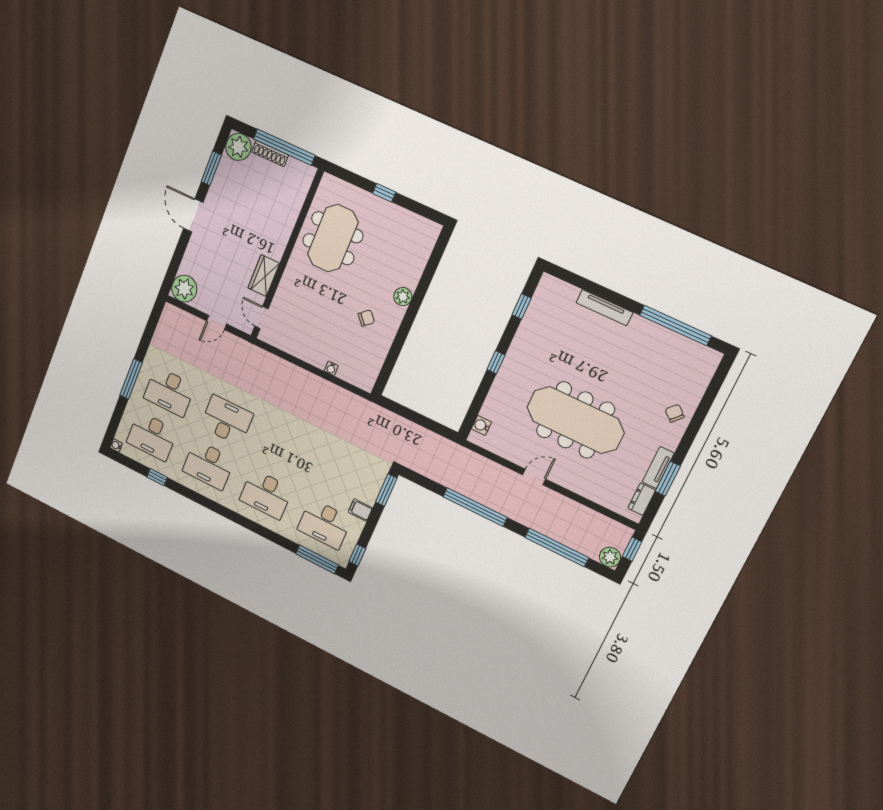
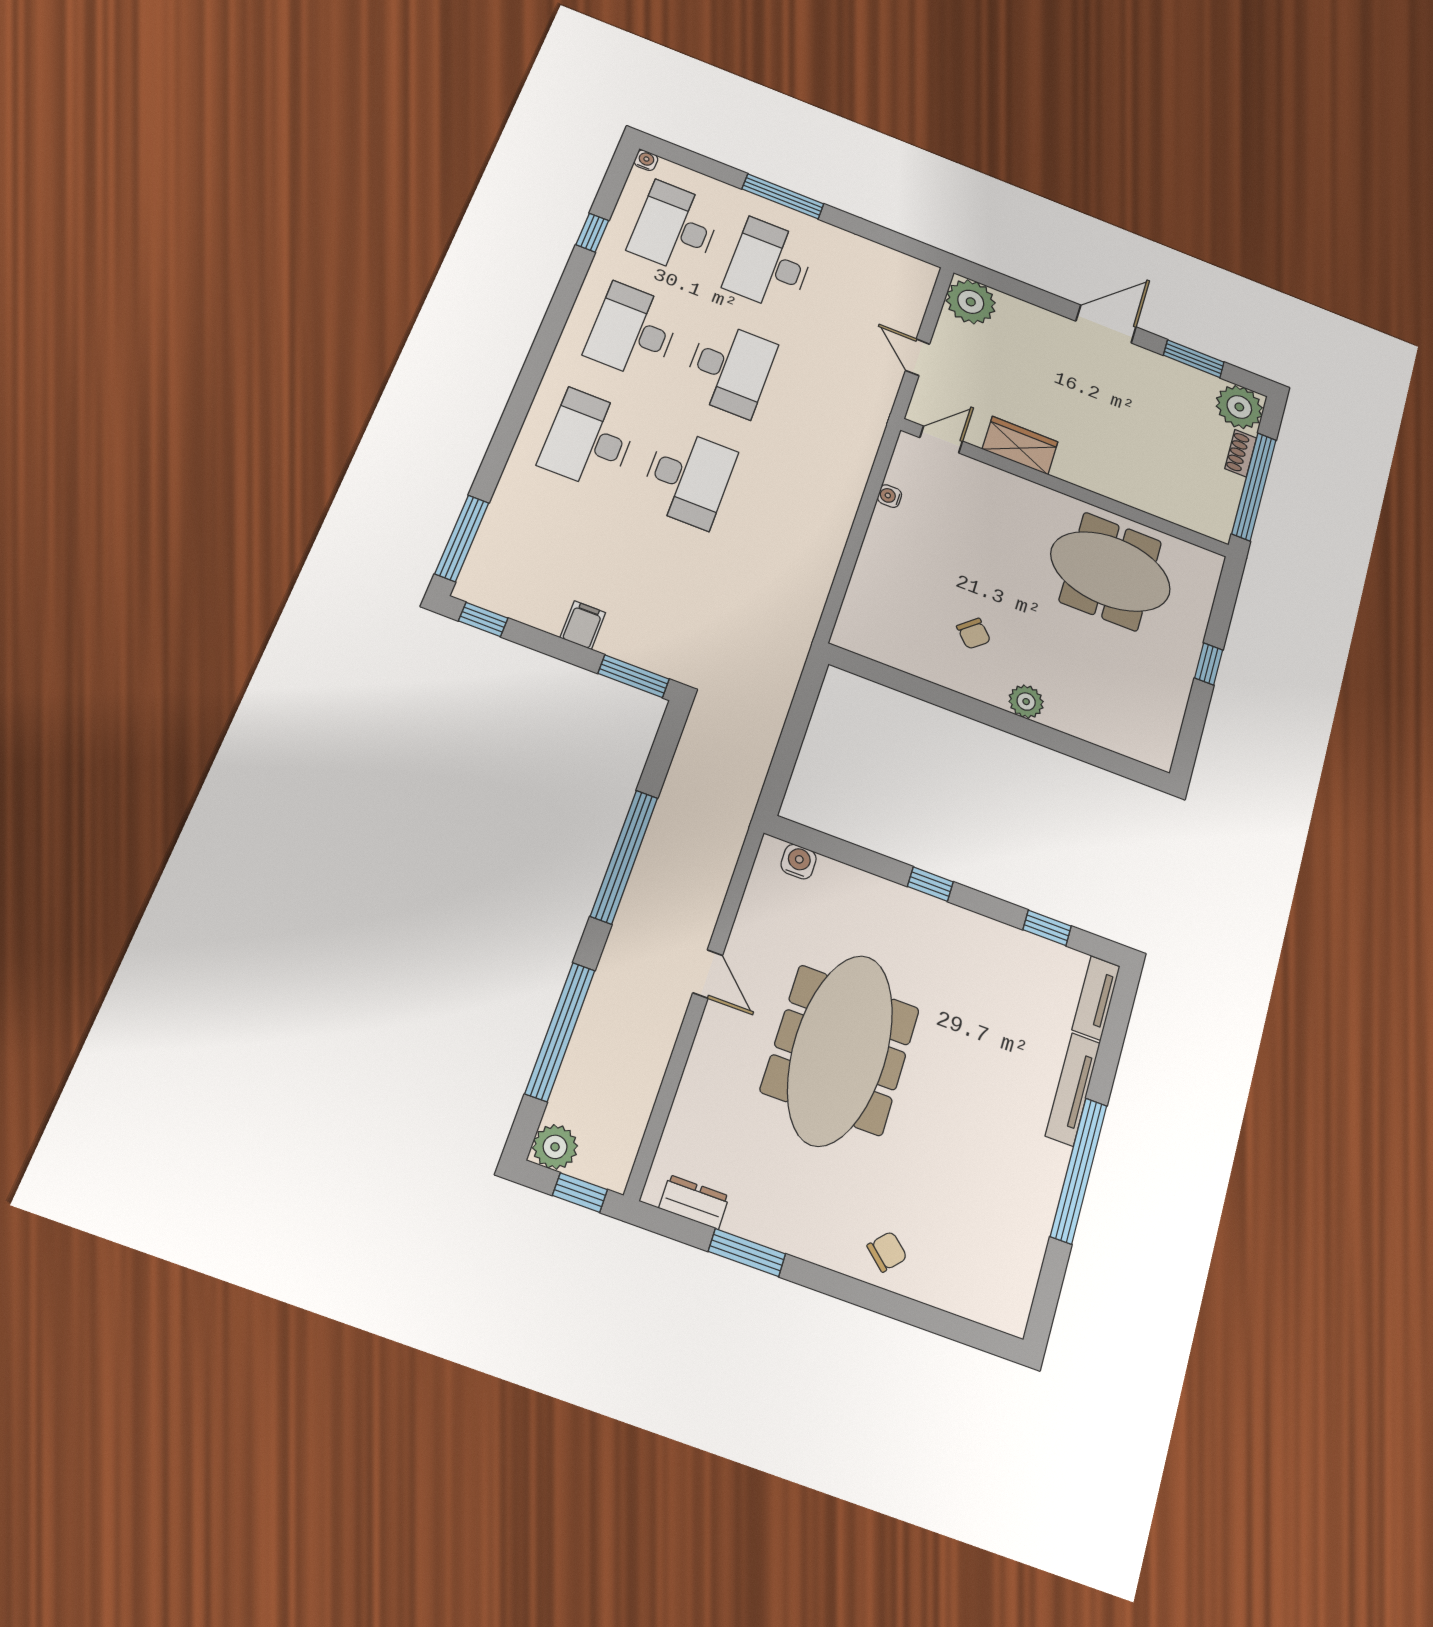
shoe rack: (270, 154) -> (1241, 453), width x0.70
window: (675, 325) -> (1079, 1170), moved
water cooler: (331, 368) -> (890, 496), moved
tv unit: (658, 468) -> (1096, 998), moved, turned -90
desk: (325, 524) -> (688, 478), moved, turned 180

